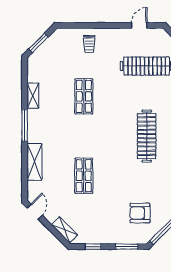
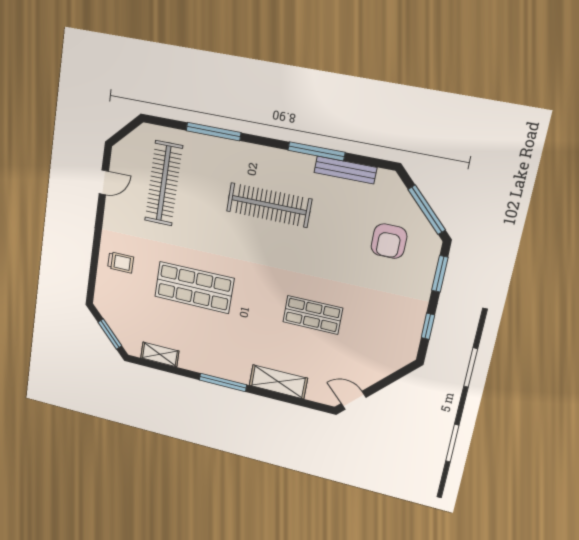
door: (139, 25) -> (104, 182), swing flipped
shelving: (33, 96) -> (160, 354), moved
shop shelf: (84, 96) -> (194, 287), width x1.43, depth x1.36
shelving: (65, 230) -> (391, 363), removed

